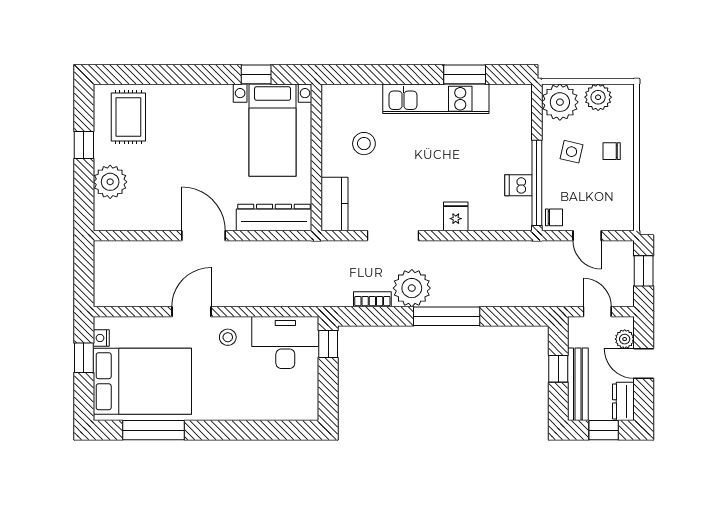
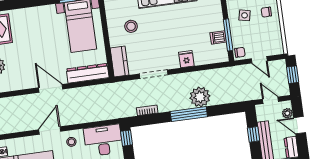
window: (537, 183) -> (228, 35), width x0.68
plant: (412, 288) -> (200, 97), moved

